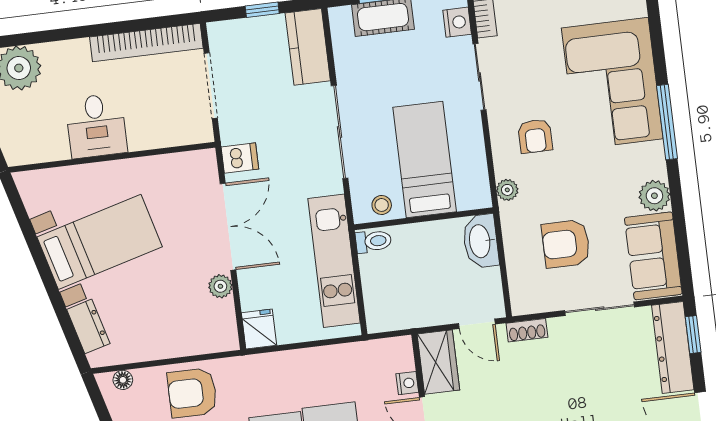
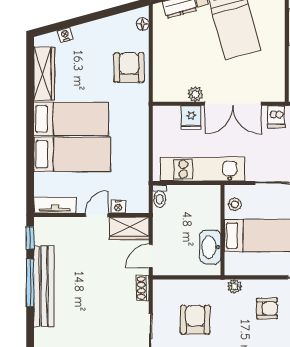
armchair: (535, 136) -> (267, 308), turned 180
toilet: (373, 241) -> (160, 196), moved
washbasin: (481, 241) -> (210, 247), moved, turned -90
fridge: (259, 329) -> (191, 118), moved, turned 90

